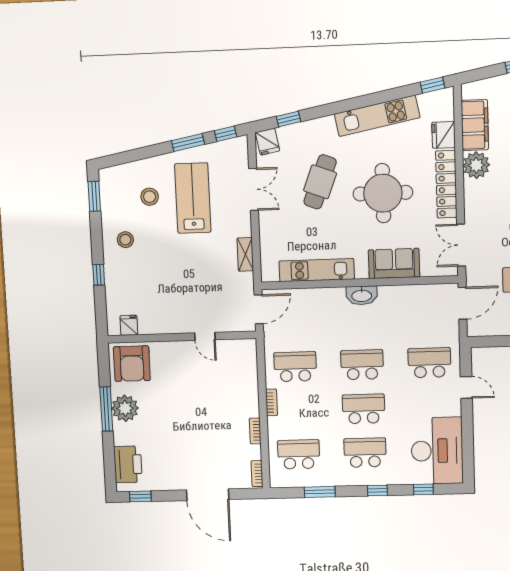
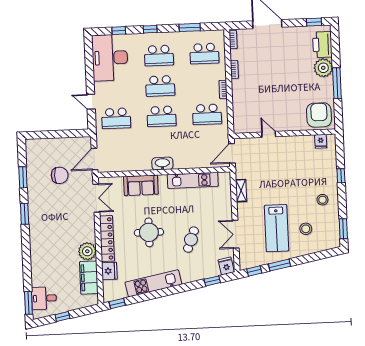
cafe table: (320, 182) -> (191, 240), width x0.73, depth x0.74
round table: (383, 193) -> (149, 232), width x0.73, depth x0.73
plant: (125, 408) -> (323, 68), moved

